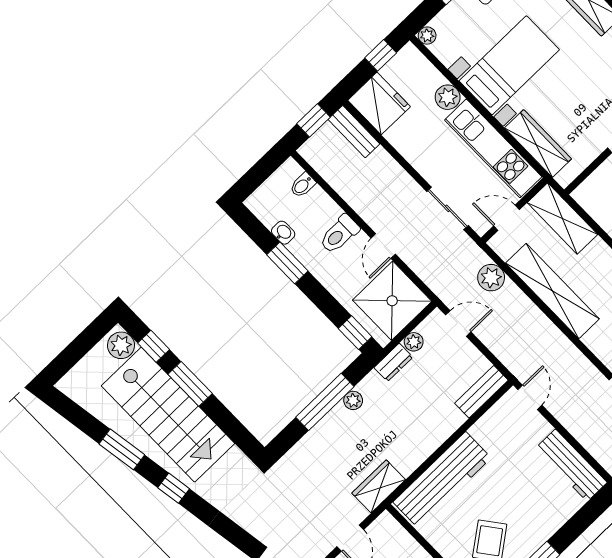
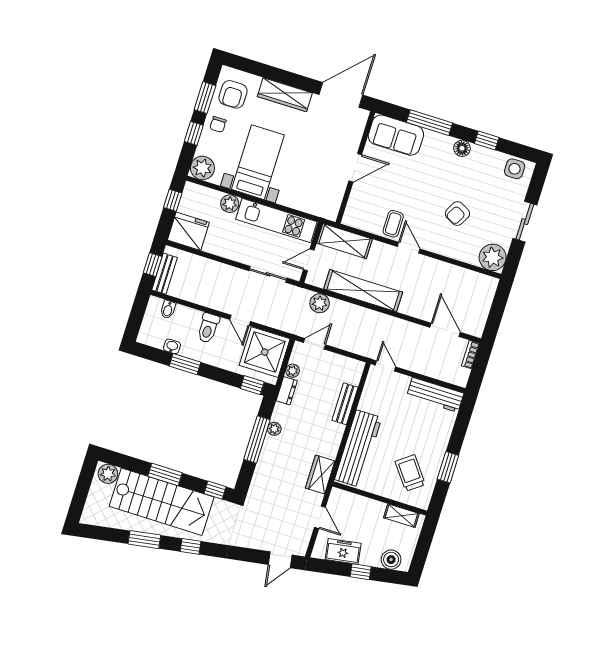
plant: (427, 36) -> (202, 168), width x1.88, depth x1.88
bench: (354, 132) -> (165, 274), moved, turned 90
wardrobe: (538, 143) -> (303, 202), removed
window: (154, 346) -> (215, 490), moved
bench: (481, 392) -> (345, 404), moved

